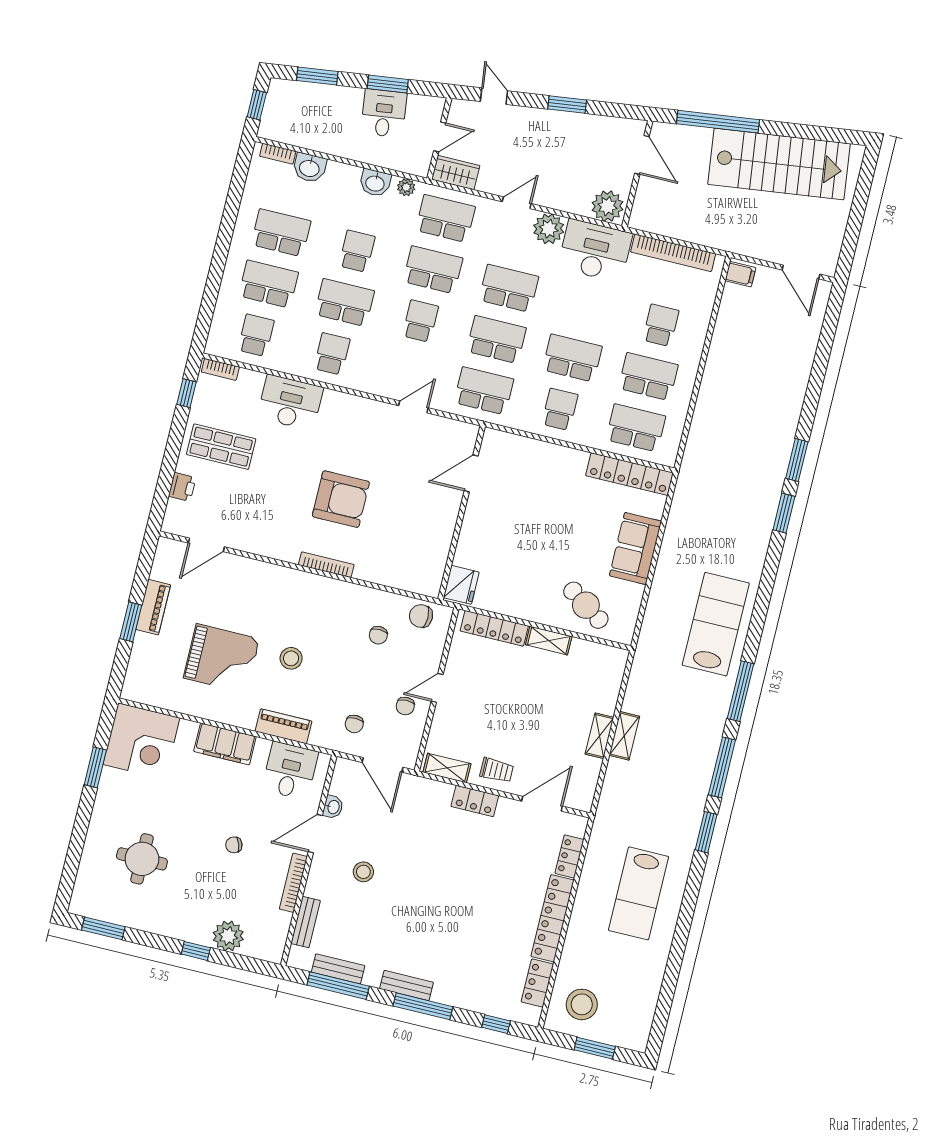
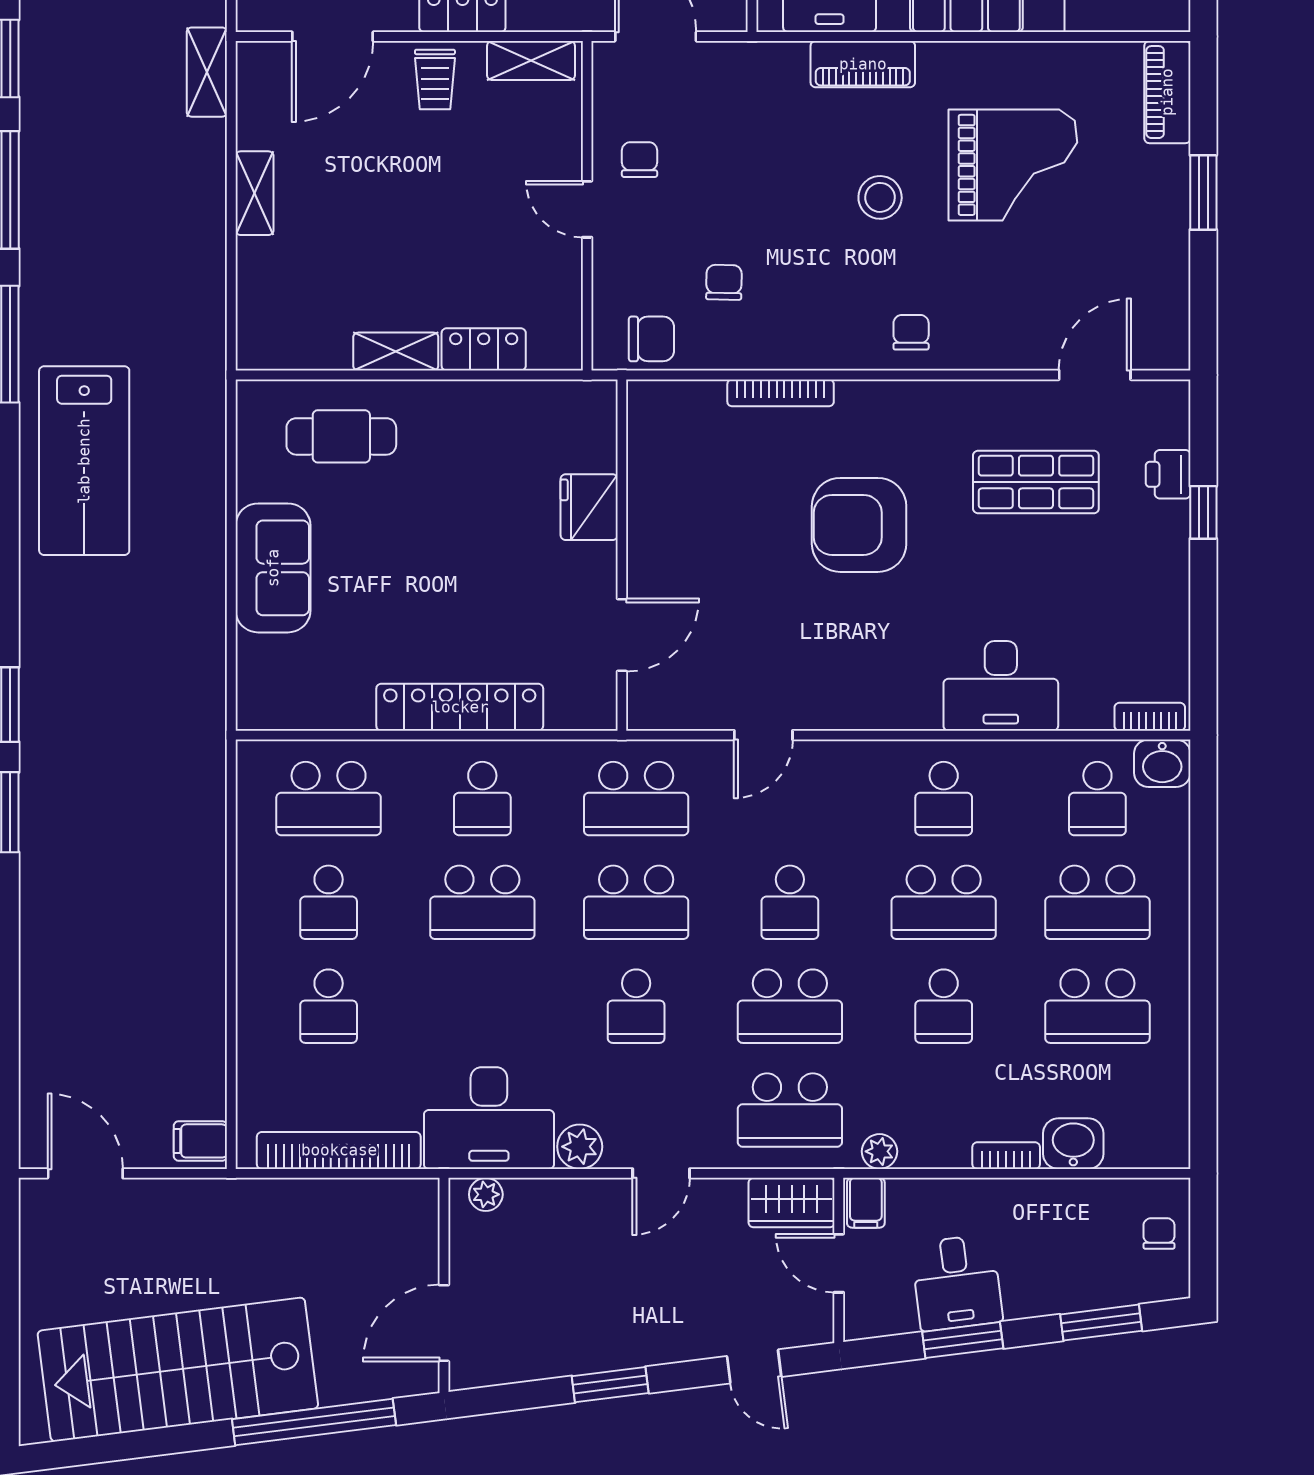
window: (257, 105) -> (1203, 1240), removed
chair: (278, 113) -> (1159, 1233), added
door: (440, 137) -> (839, 1263), hinge flipped
bookcase: (278, 154) -> (1006, 1156), moved
door: (642, 155) -> (444, 1323), hinge flipped
filing cabinet: (419, 164) -> (866, 1203), added
washbasin: (375, 183) -> (1162, 763), moved, turned 180
plant: (608, 206) -> (486, 1194), width x0.53, depth x0.53
plant: (549, 229) -> (580, 1147), width x0.73, depth x0.73
school desk: (509, 288) -> (636, 1006), width x0.54
school desk: (648, 377) -> (329, 902), width x0.54
window: (187, 393) -> (1203, 512), moved
shop shelf: (221, 447) -> (1036, 482), moved
locker: (630, 474) -> (460, 707), moved
bookcase: (326, 565) -> (781, 393), moved
fridge: (461, 585) -> (589, 507), moved
cafe table: (586, 605) -> (341, 436), turned -34
piano: (153, 607) -> (1167, 92), moved
locker: (494, 628) -> (484, 349), width x0.66
grand piano: (222, 658) -> (1013, 165), turned 180
door: (437, 688) -> (587, 209), swing flipped
chair: (354, 724) -> (911, 332), moved
shelving: (624, 736) -> (207, 72), moved
trolley: (497, 770) -> (435, 79), turned -90

